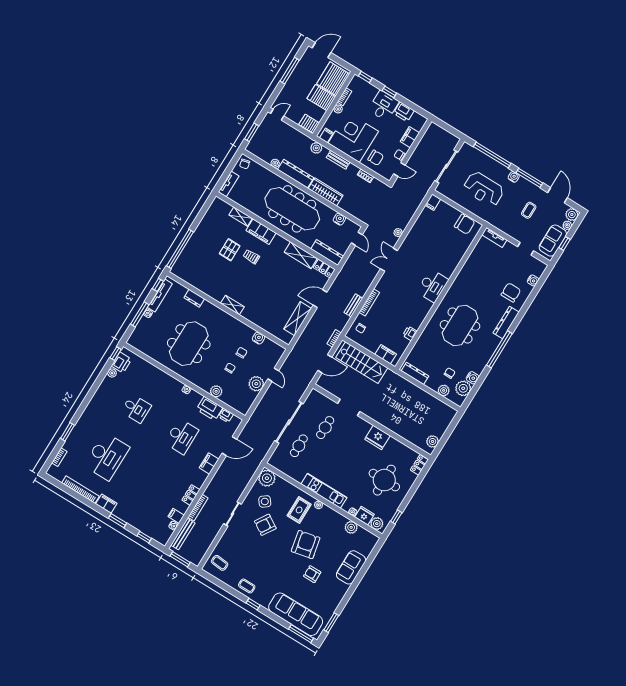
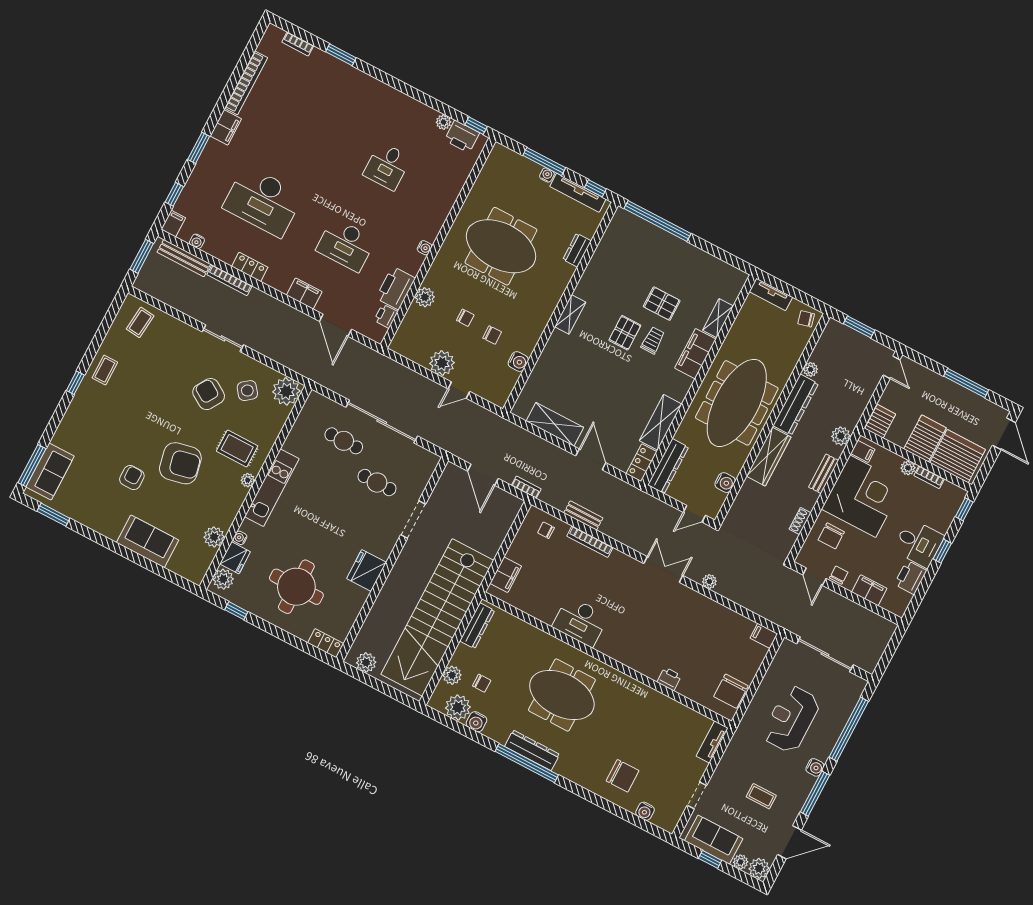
pallet: (246, 273) -> (625, 333), added
desk: (432, 286) -> (580, 621), moved
dresser: (506, 323) -> (532, 750), moved
printer: (410, 333) -> (669, 679), moved
stairs: (362, 363) -> (437, 617), moved, width x1.86, depth x1.51
desk: (107, 456) -> (263, 201), moved
filing cabinet: (176, 516) -> (173, 224), moved
sofa: (296, 614) -> (50, 472), width x0.54, depth x0.79

